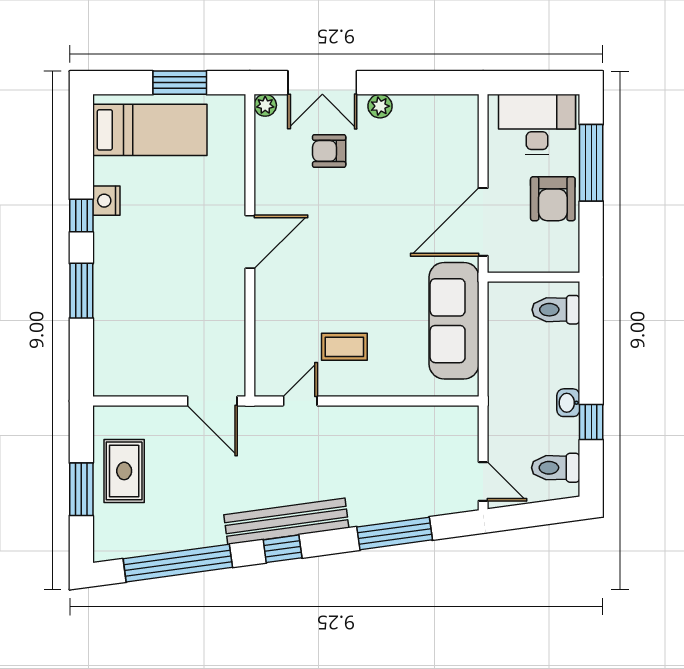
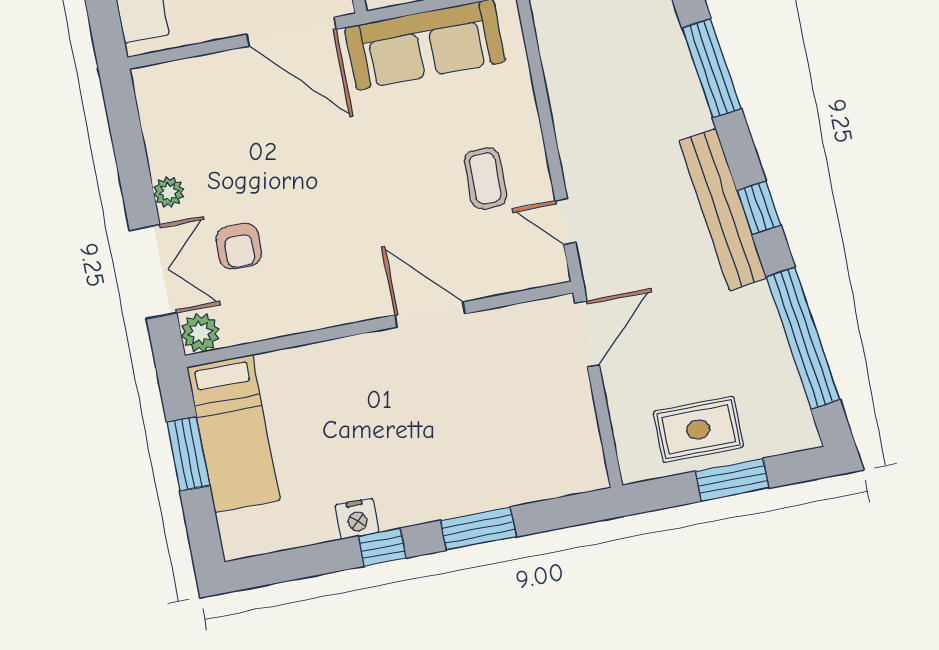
plant: (265, 105) -> (200, 333), width x1.38, depth x1.38
bed: (150, 130) -> (234, 434), moved, turned 180
door: (250, 242) -> (430, 314), moved

